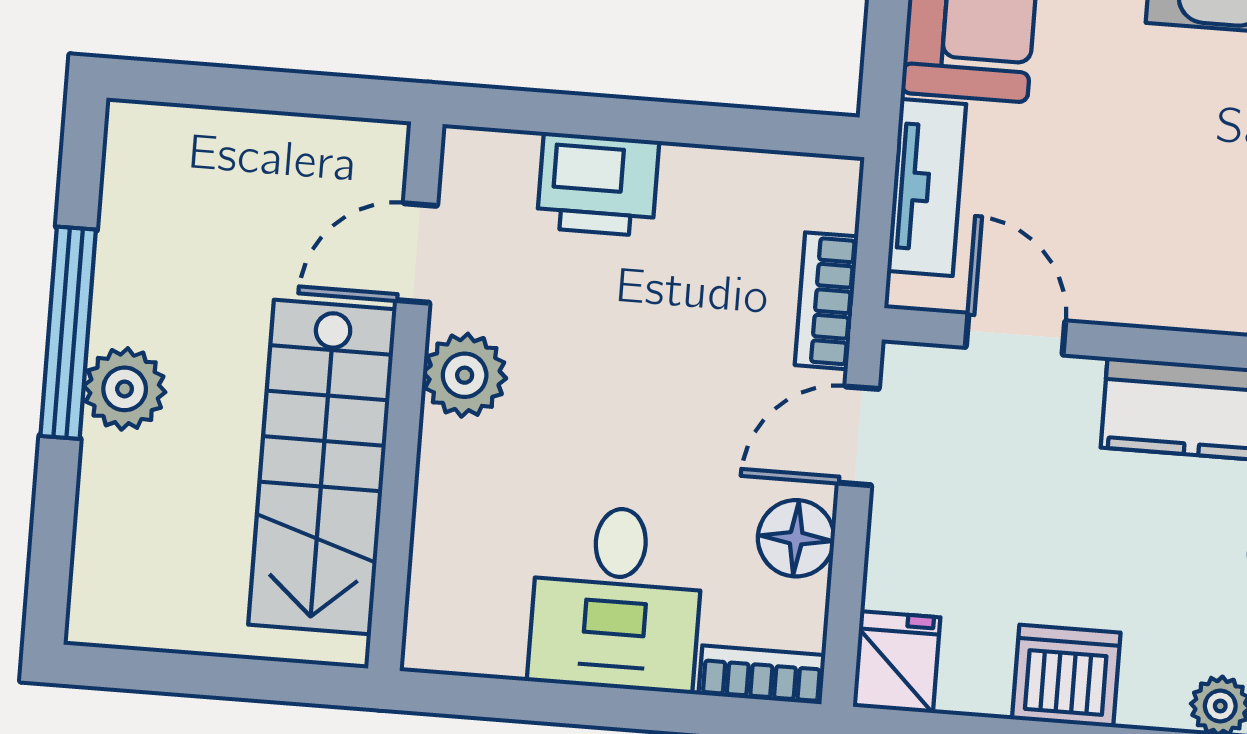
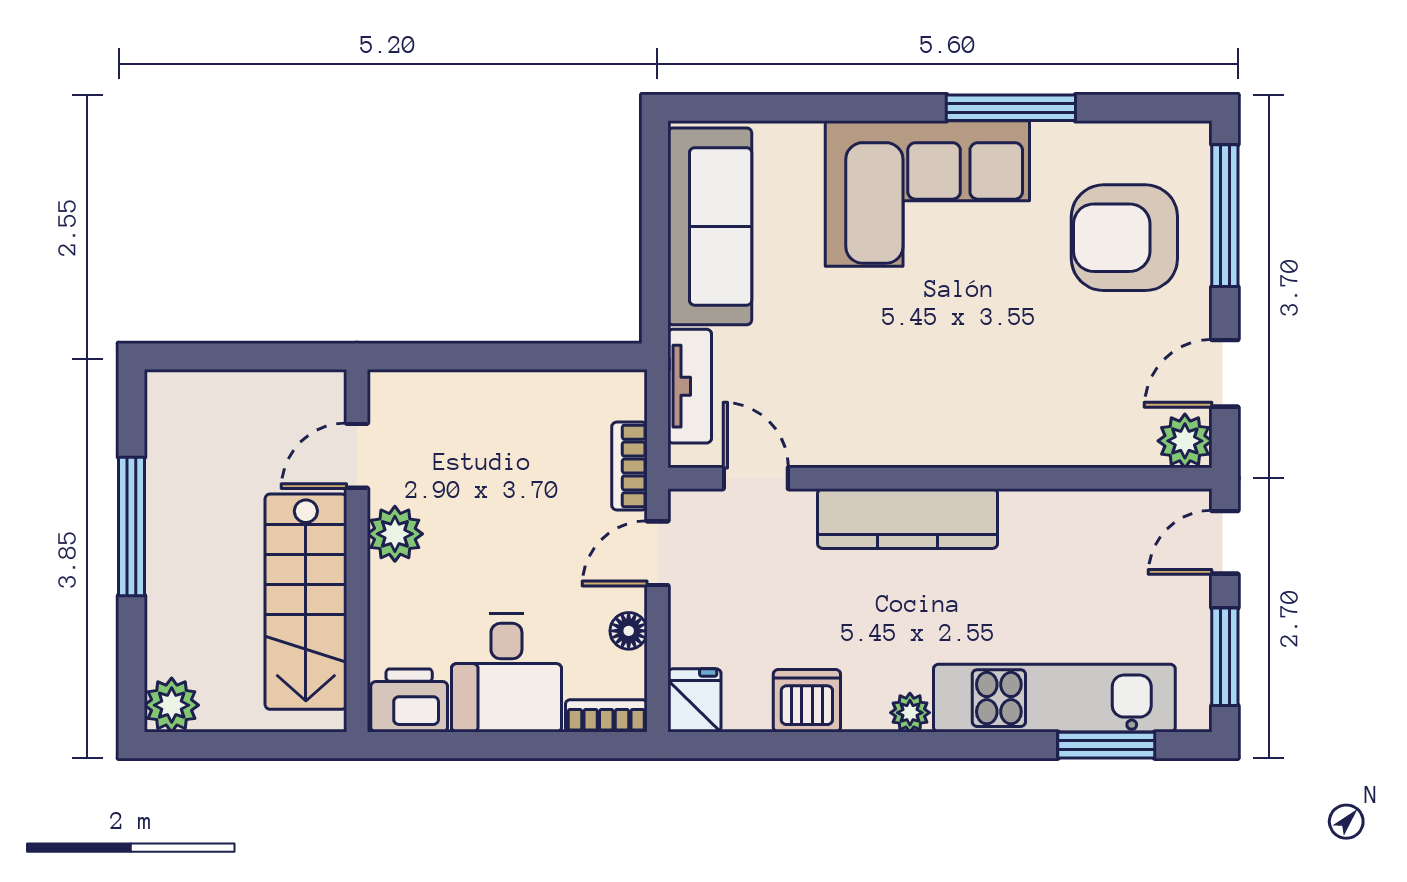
printer: (598, 184) -> (409, 700), moved, turned 180
plant: (125, 389) -> (172, 705), moved
floor lamp: (796, 538) -> (629, 631), width x0.73, depth x0.73

